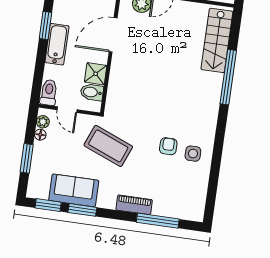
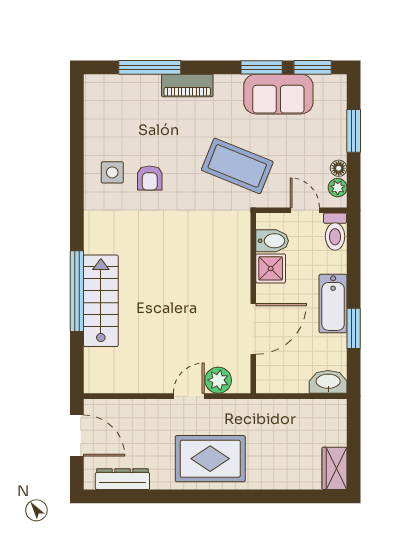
stairs: (217, 40) -> (101, 301), moved

